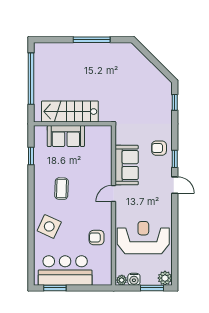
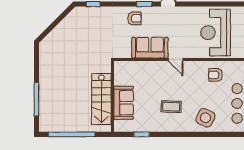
window: (92, 40) -> (36, 99), moved
armchair: (159, 148) -> (135, 18), turned -90
armchair: (97, 238) -> (216, 75), turned 90

